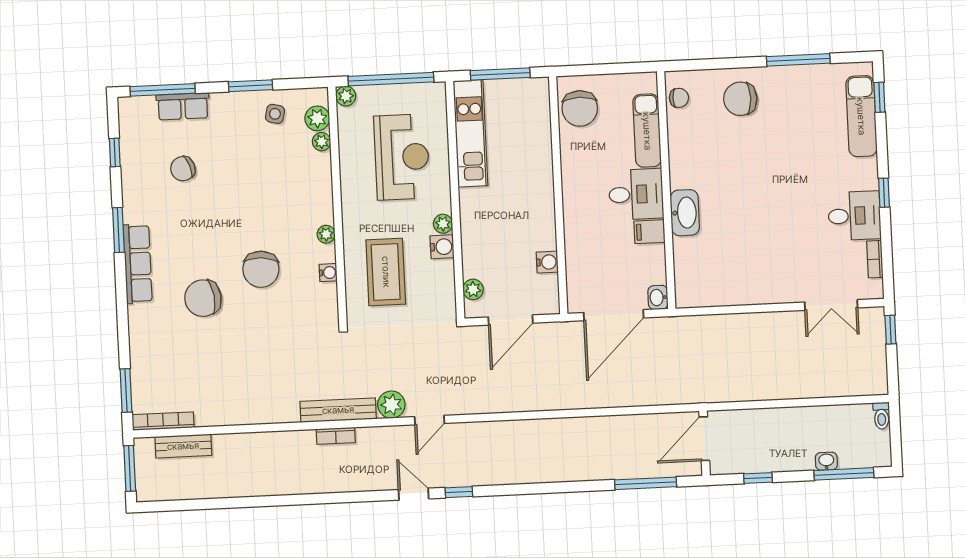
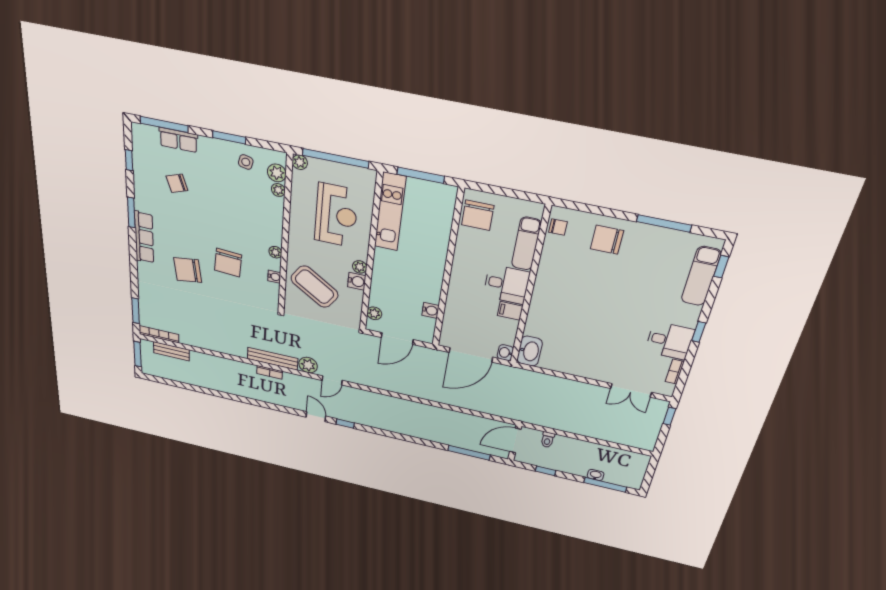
washbasin: (685, 213) -> (530, 351), moved
coffee table: (386, 272) -> (314, 287), turned -56
toilet: (882, 416) -> (548, 440), moved

